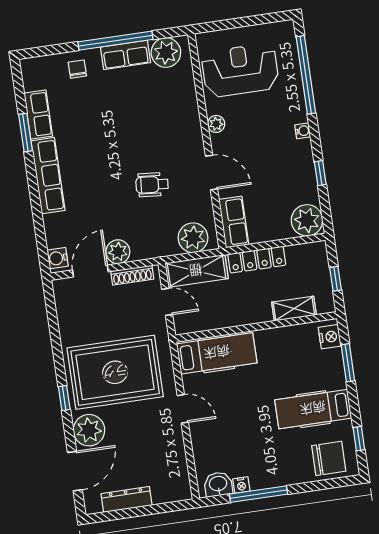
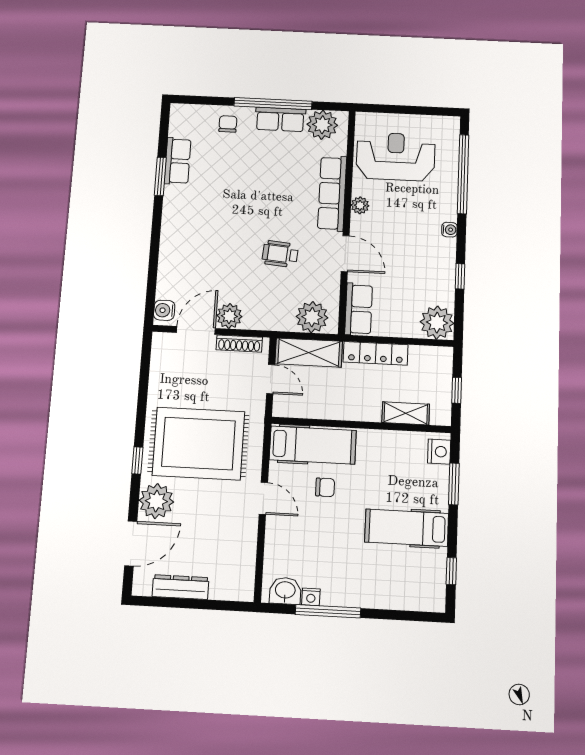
row of seats: (48, 176) -> (332, 193), moved, turned 180
chair: (329, 458) -> (325, 487), moved, width x0.54, depth x0.54

